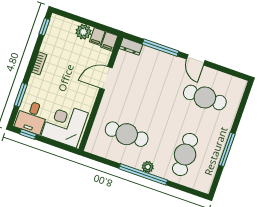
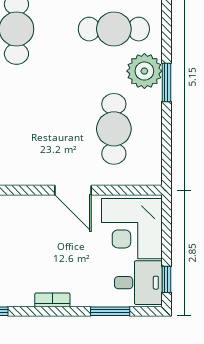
door: (106, 78) -> (73, 190), moved
plant: (148, 167) -> (144, 71), width x1.88, depth x1.88
window: (143, 174) -> (166, 82), width x0.47

